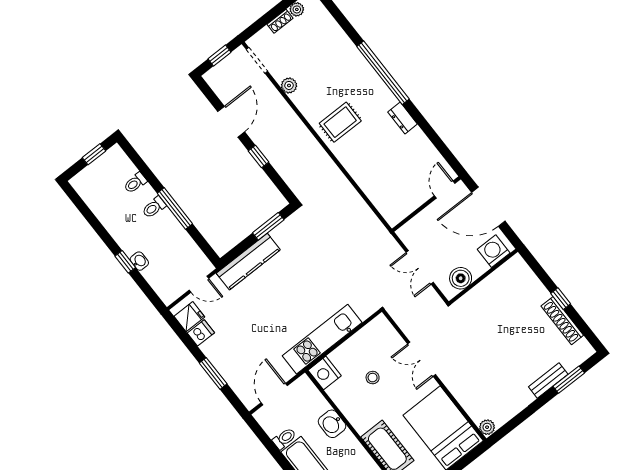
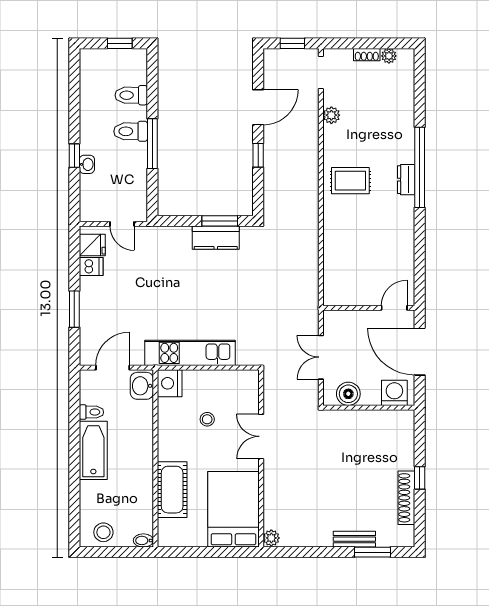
dresser: (403, 118) -> (406, 180), moved
toilet: (135, 183) -> (131, 95), width x1.37, depth x1.39
toilet: (154, 207) -> (131, 131), width x1.37, depth x1.39
kitchen counter: (248, 262) -> (216, 238), moved, width x0.67
washbasin: (332, 424) -> (142, 386), moved

